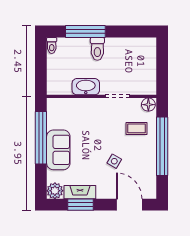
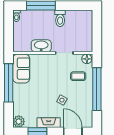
toilet: (97, 49) -> (60, 18), moved
sofa: (58, 150) -> (21, 69), moved
fireplace: (80, 192) -> (49, 123), moved

